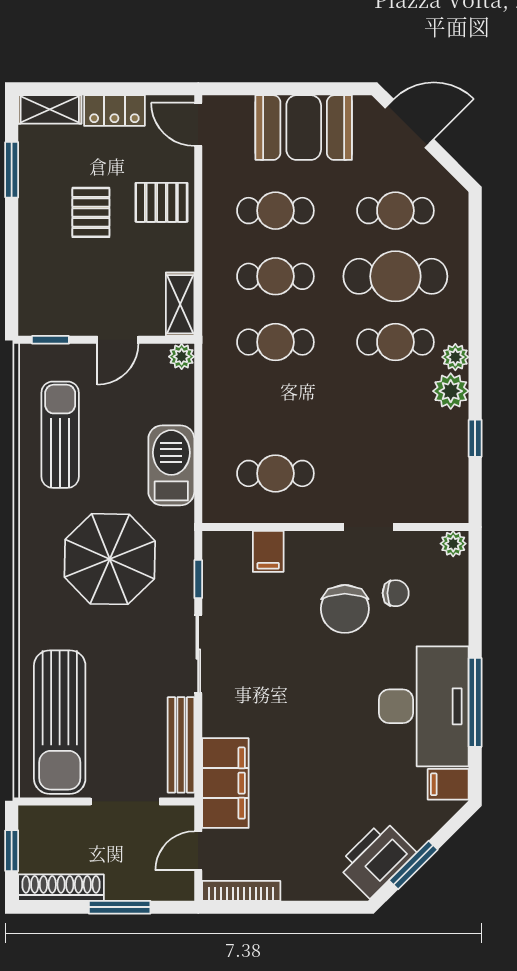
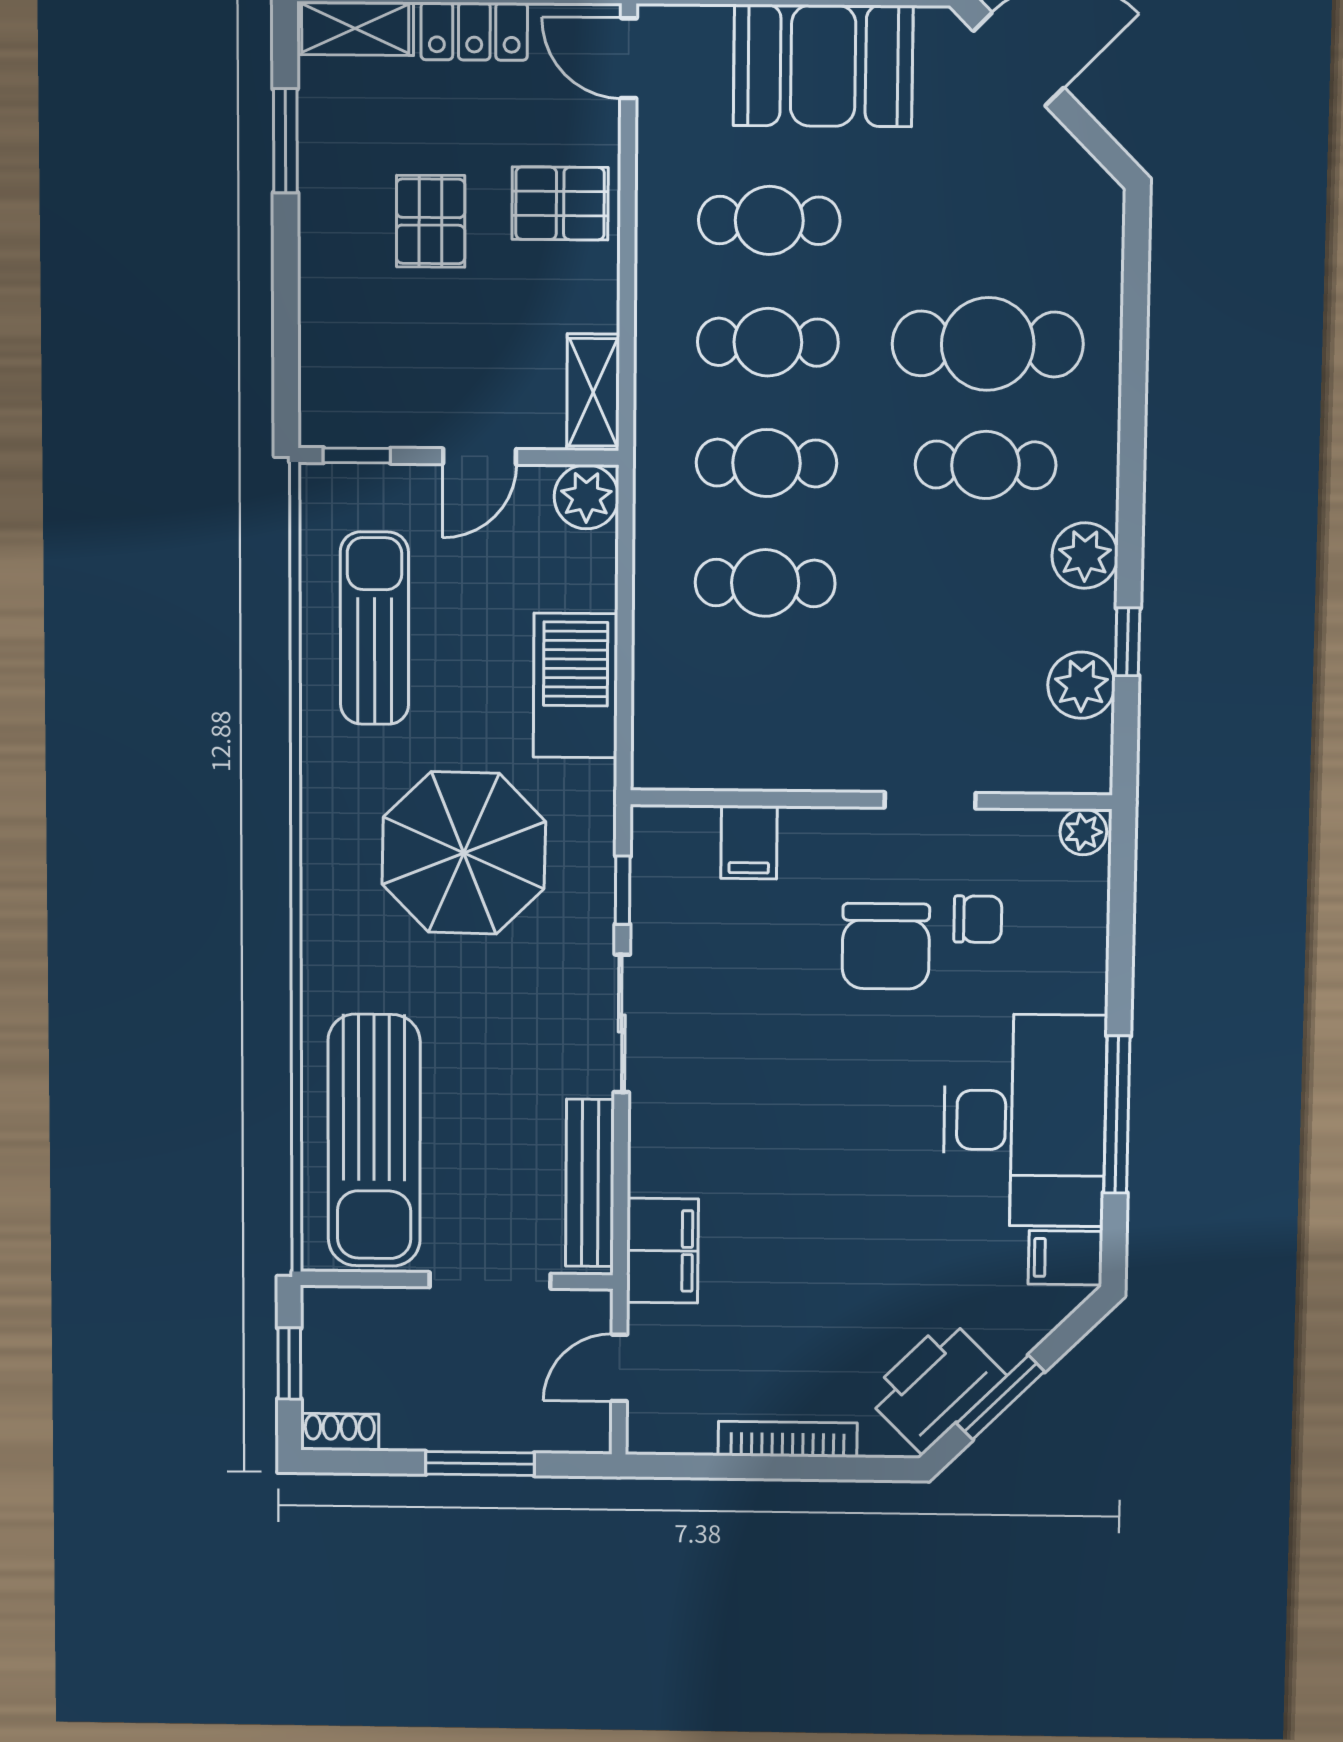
cafe table: (395, 211) -> (990, 222), removed
plant: (182, 357) -> (586, 497), width x1.38, depth x1.38
plant: (455, 357) -> (1081, 685), moved, width x1.38, depth x1.38
cafe table: (275, 473) -> (765, 583), moved
filing cabinet: (225, 783) -> (662, 1251), width x0.67, depth x0.86
shoe rack: (61, 888) -> (340, 1432), width x0.51, depth x0.81
bookcase: (241, 891) -> (788, 1439), moved

